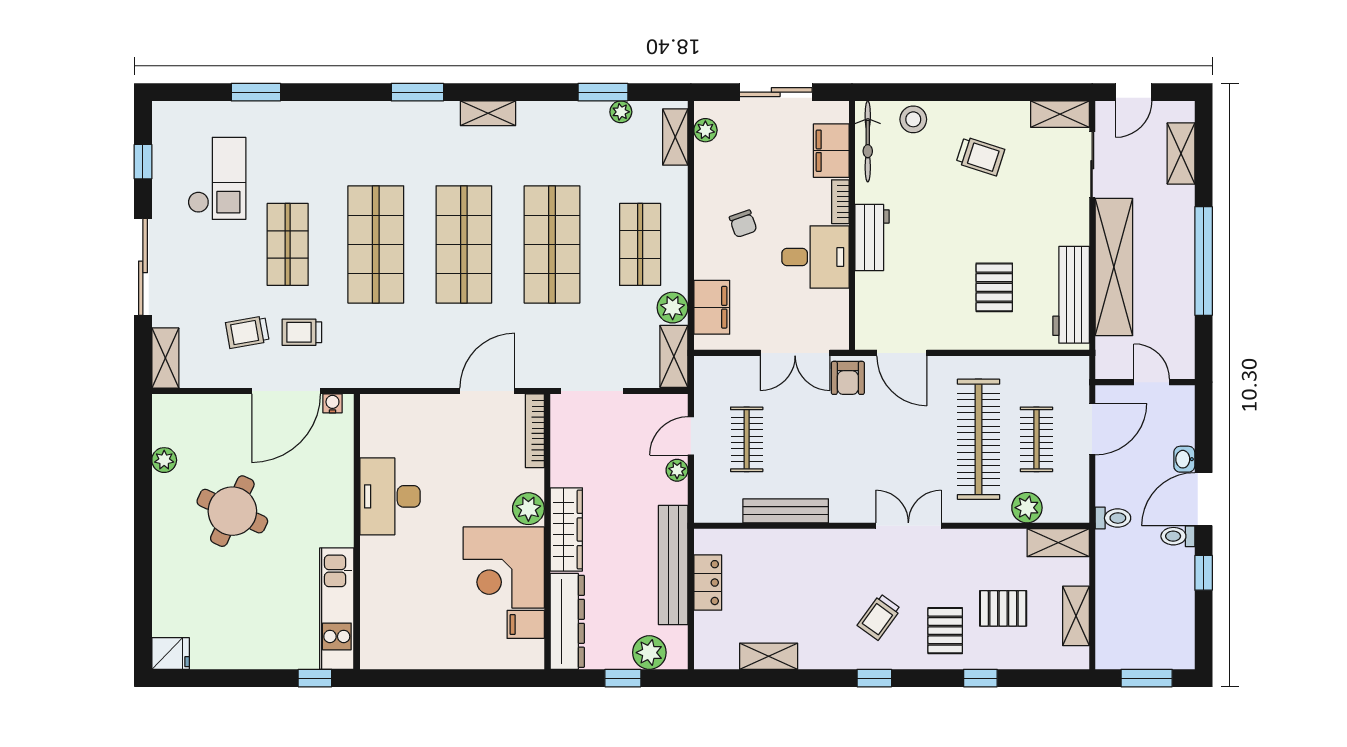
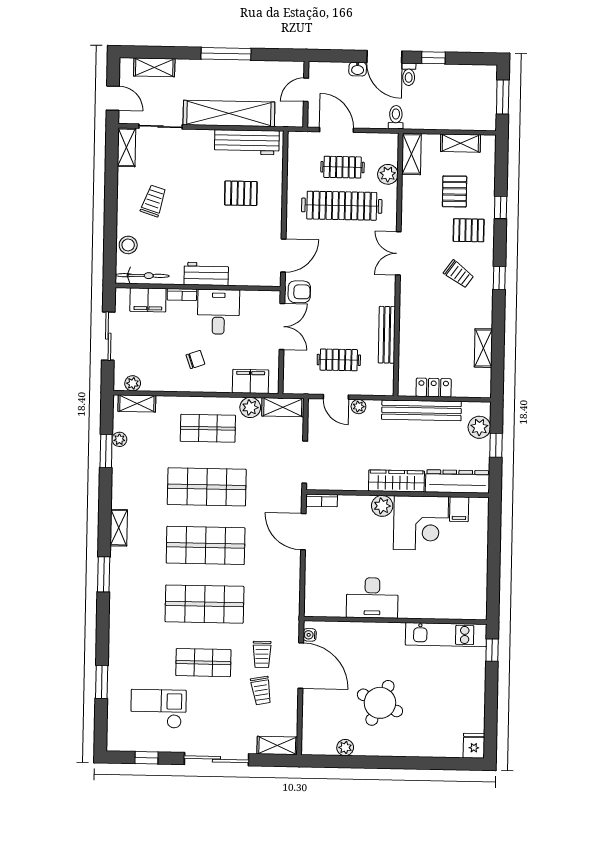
window: (1204, 261) -> (226, 54), width x0.68
bookcase: (535, 431) -> (322, 500), width x0.64

